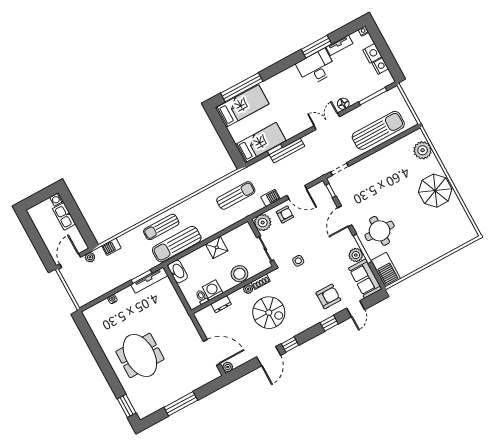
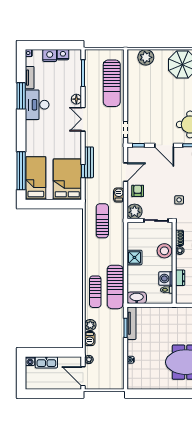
sun lounger: (378, 130) -> (112, 83), turned 180
bed: (261, 143) -> (67, 179), width x1.50
plant: (125, 240) -> (90, 325), added

